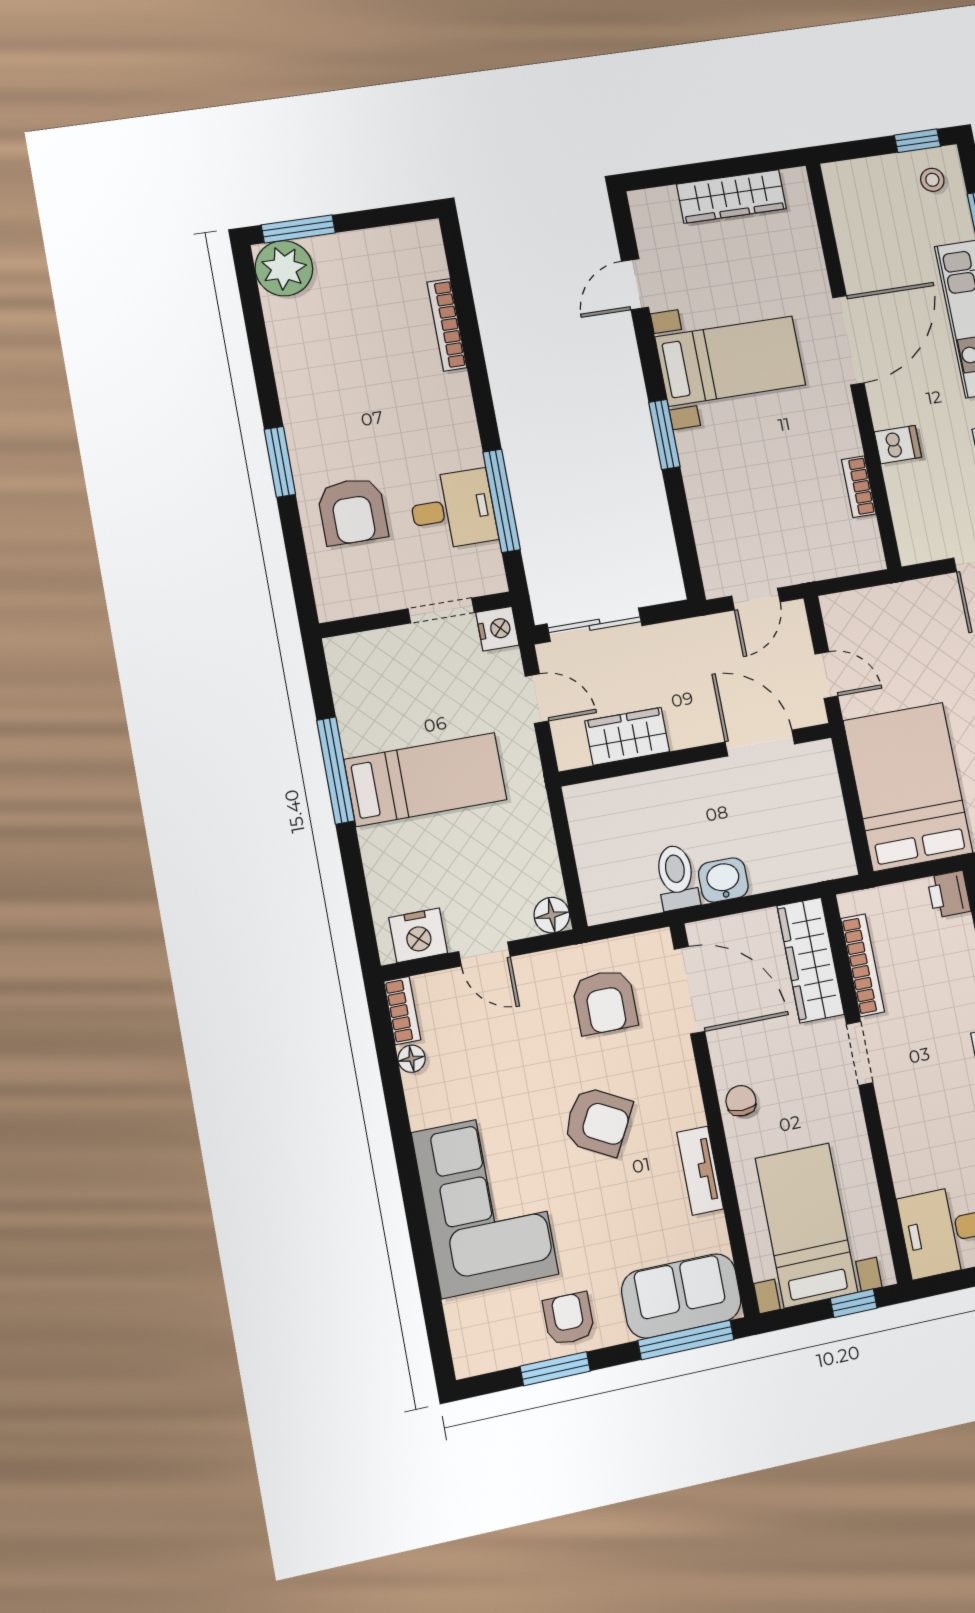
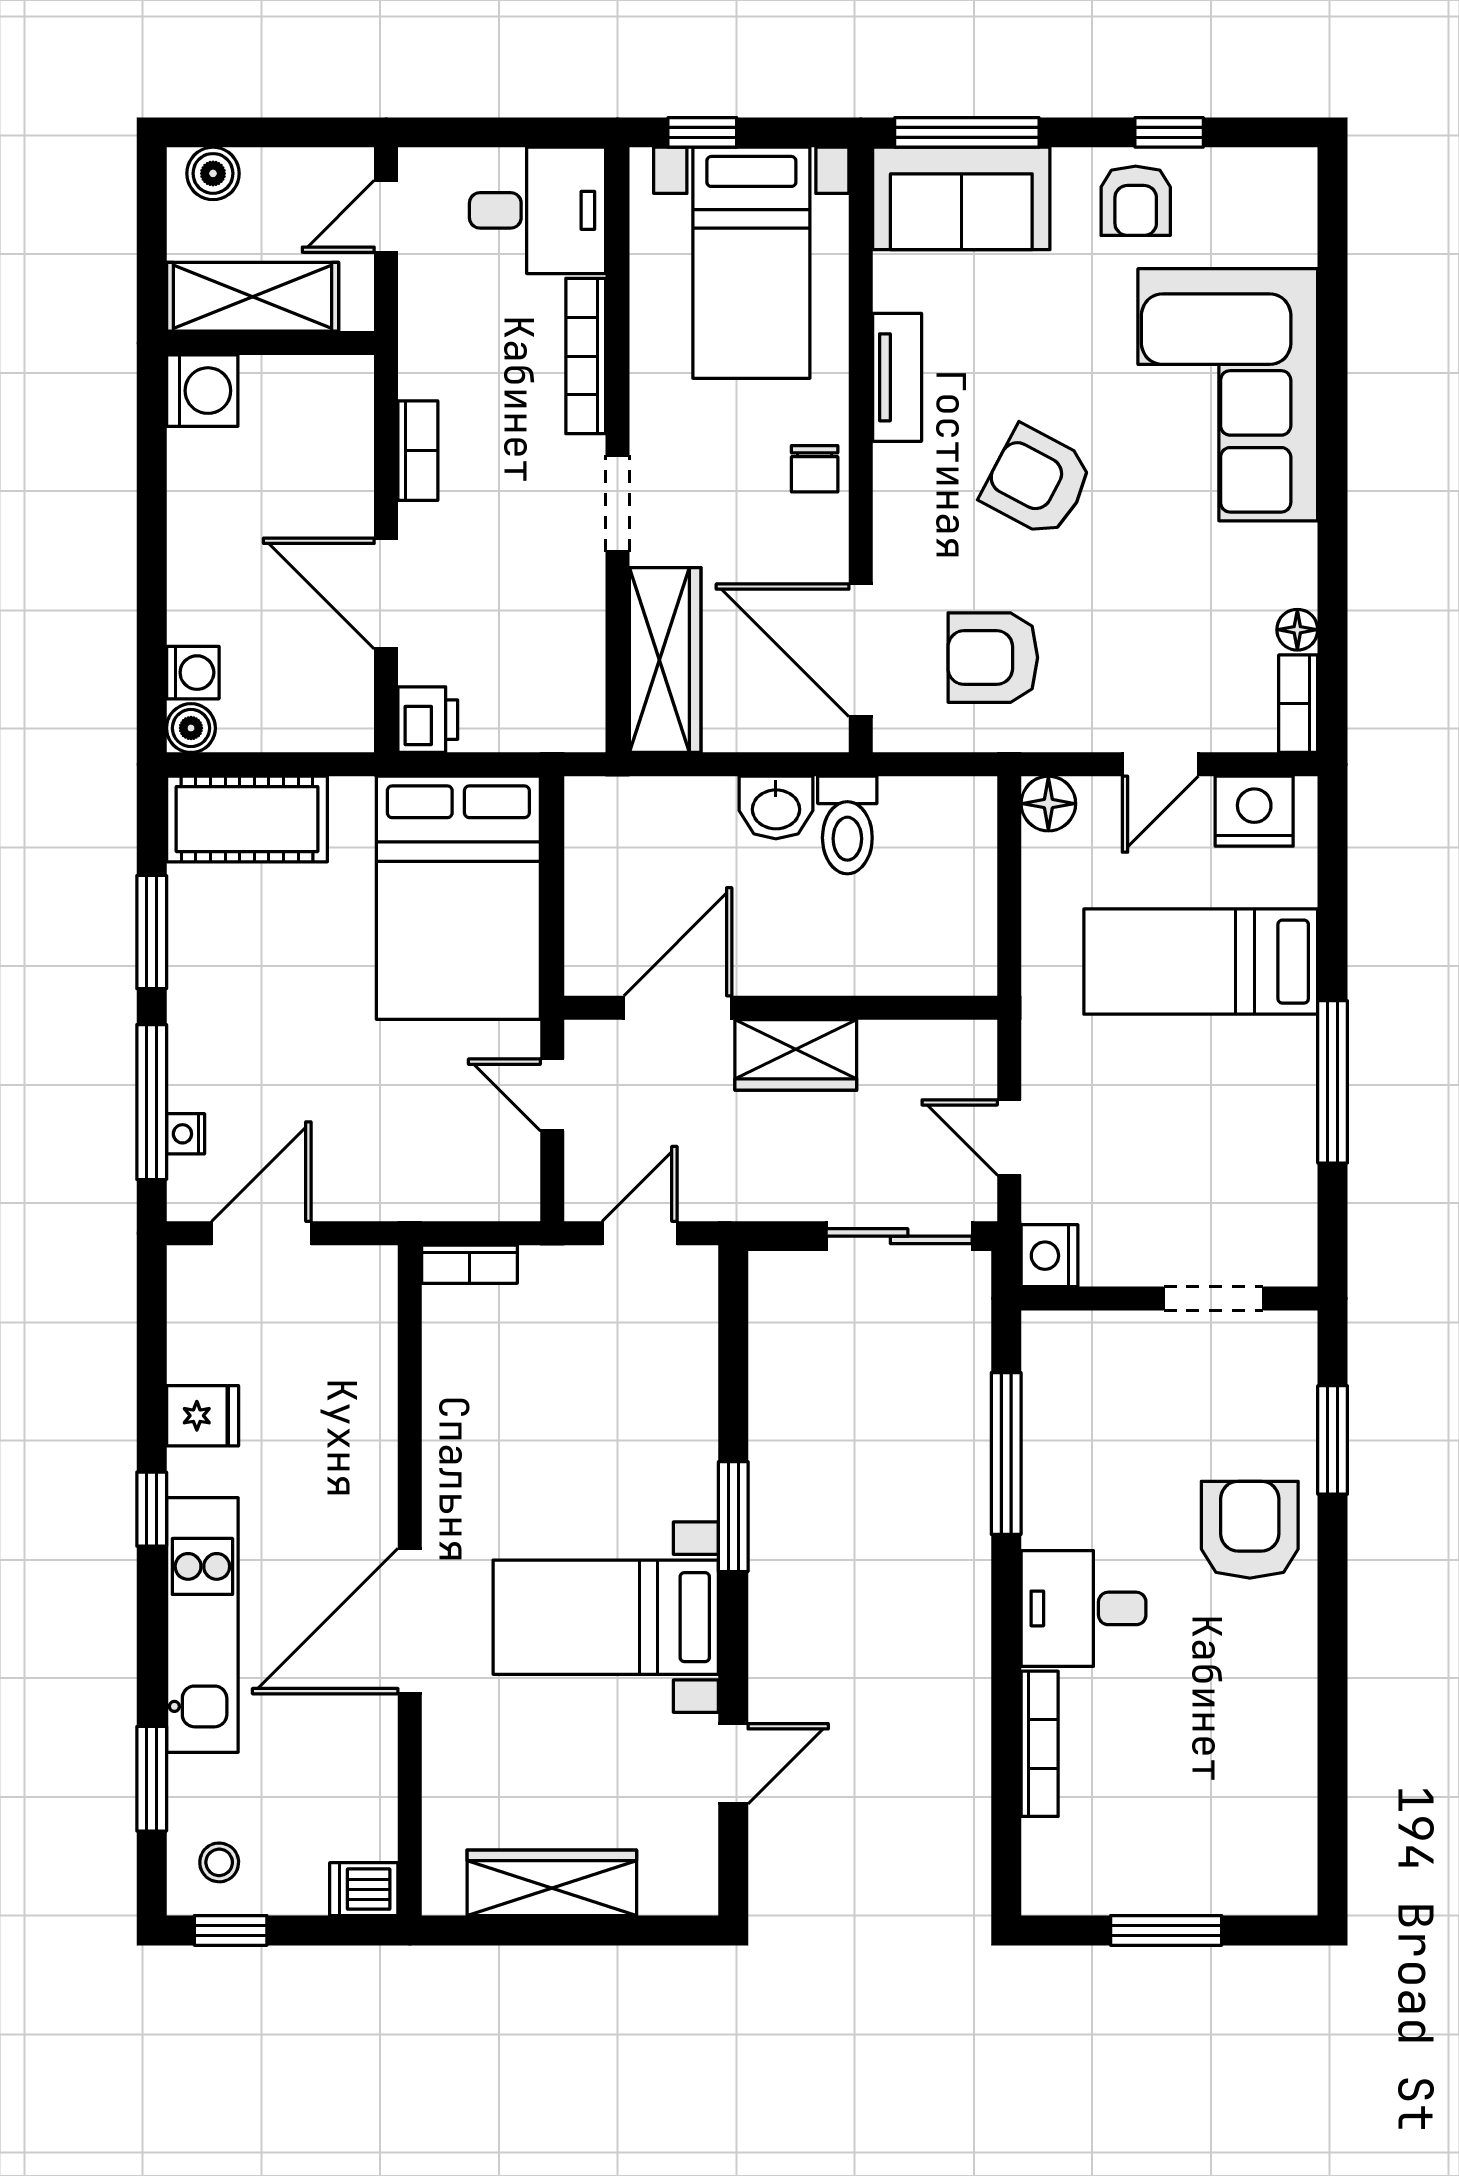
window: (298, 229) -> (1166, 1930), moved
plant: (284, 268) -> (1273, 1871), removed
dishwasher: (898, 445) -> (364, 1889), moved
window: (280, 462) -> (1333, 1440), moved
bookcase: (859, 487) -> (469, 1264), moved, turned 90
desk: (453, 510) -> (1083, 1608), moved
armchair: (352, 511) -> (1250, 1530), moved
doorway: (441, 611) -> (1213, 1298), moved
wardrobe: (627, 736) -> (796, 1055), moved
door: (760, 743) -> (678, 1008), swing flipped
bed: (425, 780) -> (1201, 962), moved
door: (485, 954) -> (1160, 764), swing flipped
bookcase: (863, 965) -> (586, 356), moved
armchair: (605, 1002) -> (993, 658), turned -90
window: (555, 1369) -> (1169, 132), width x0.67

